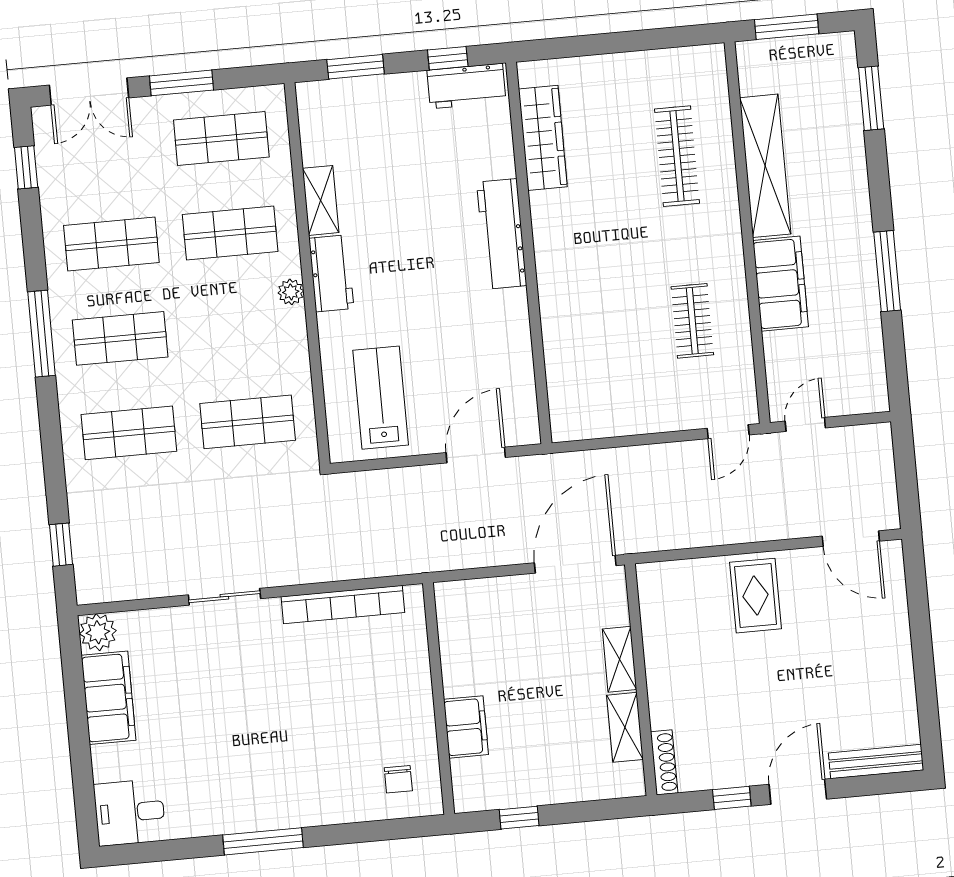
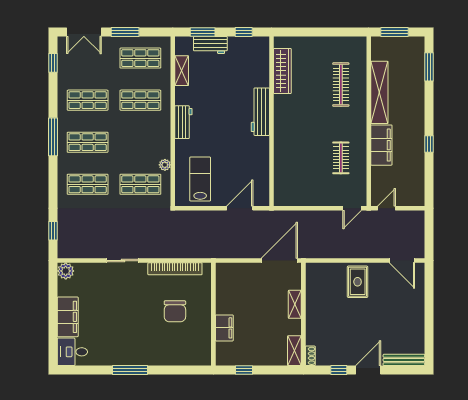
workbench: (466, 86) -> (210, 45), moved
shelving: (321, 200) -> (182, 71), moved
window: (887, 271) -> (429, 144), width x0.46
plant: (291, 292) -> (165, 165), moved
filing cabinet: (109, 698) -> (68, 317), moved
shelving: (625, 727) -> (294, 351), moved
shoe rack: (664, 762) -> (310, 356), width x0.70
chair: (398, 779) -> (175, 311), moved, width x1.87, depth x1.87

